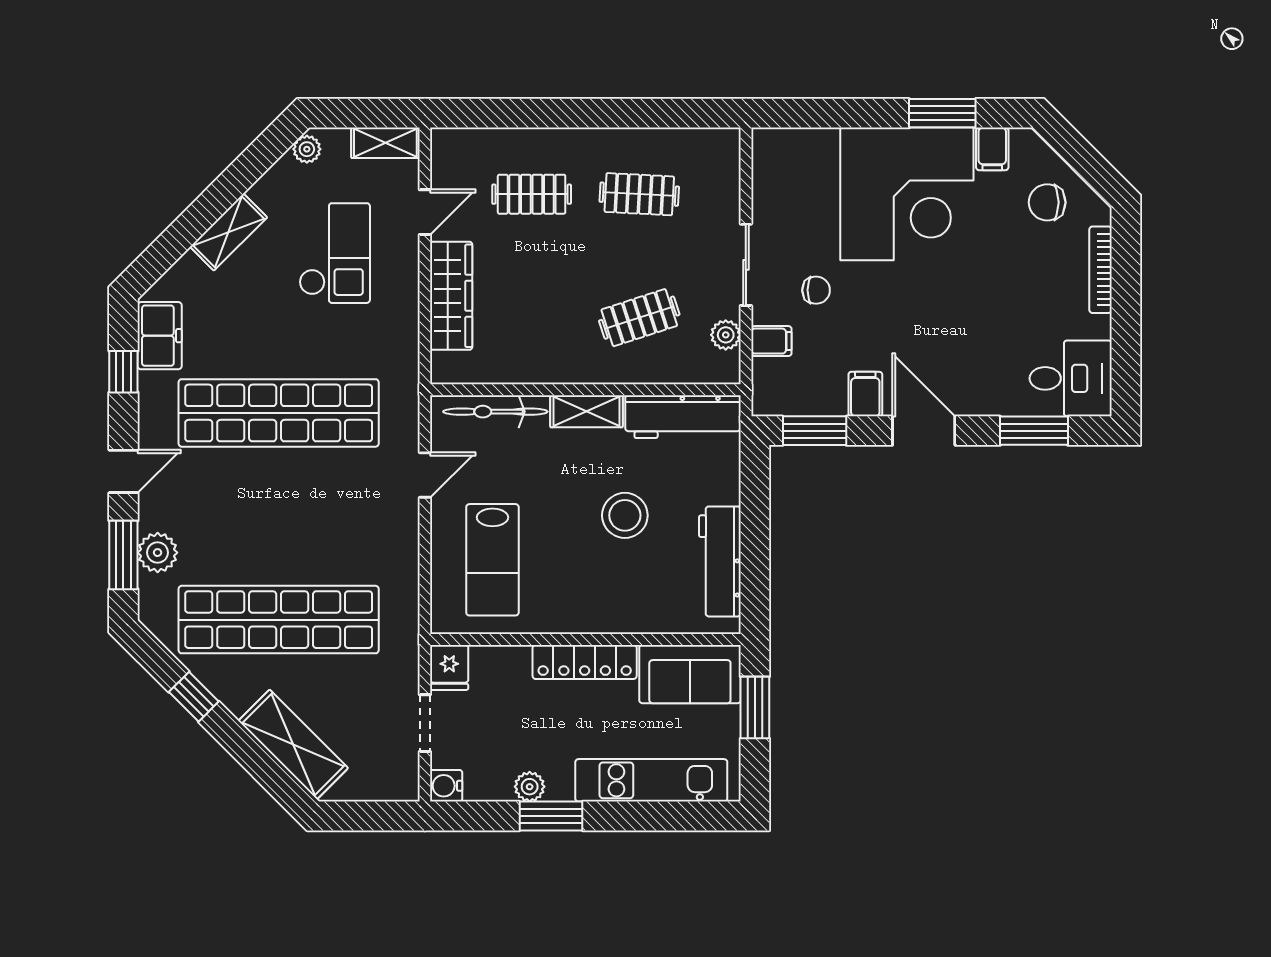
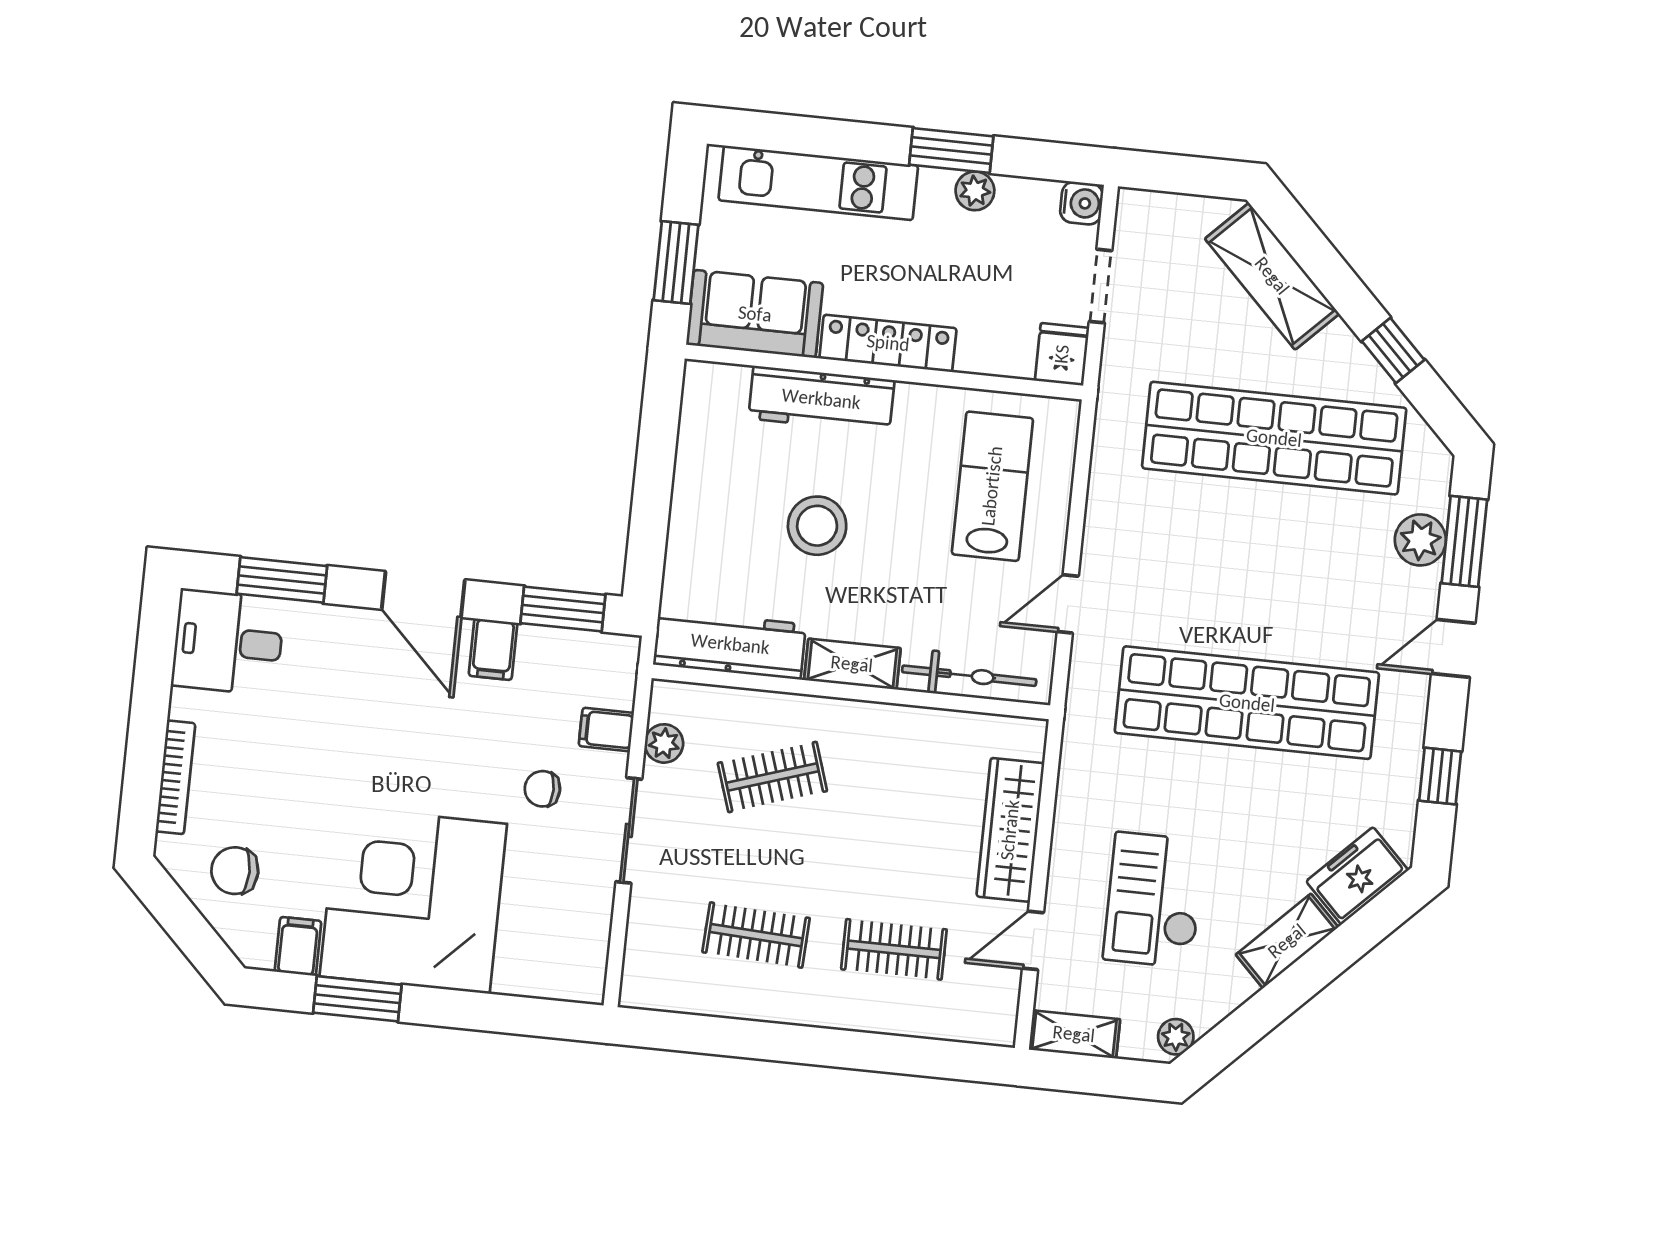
chair: (1047, 202) -> (235, 871), turned 180
freezer: (160, 336) -> (1357, 876), moved, turned 45
workbench: (720, 561) -> (821, 399), moved, turned 90

